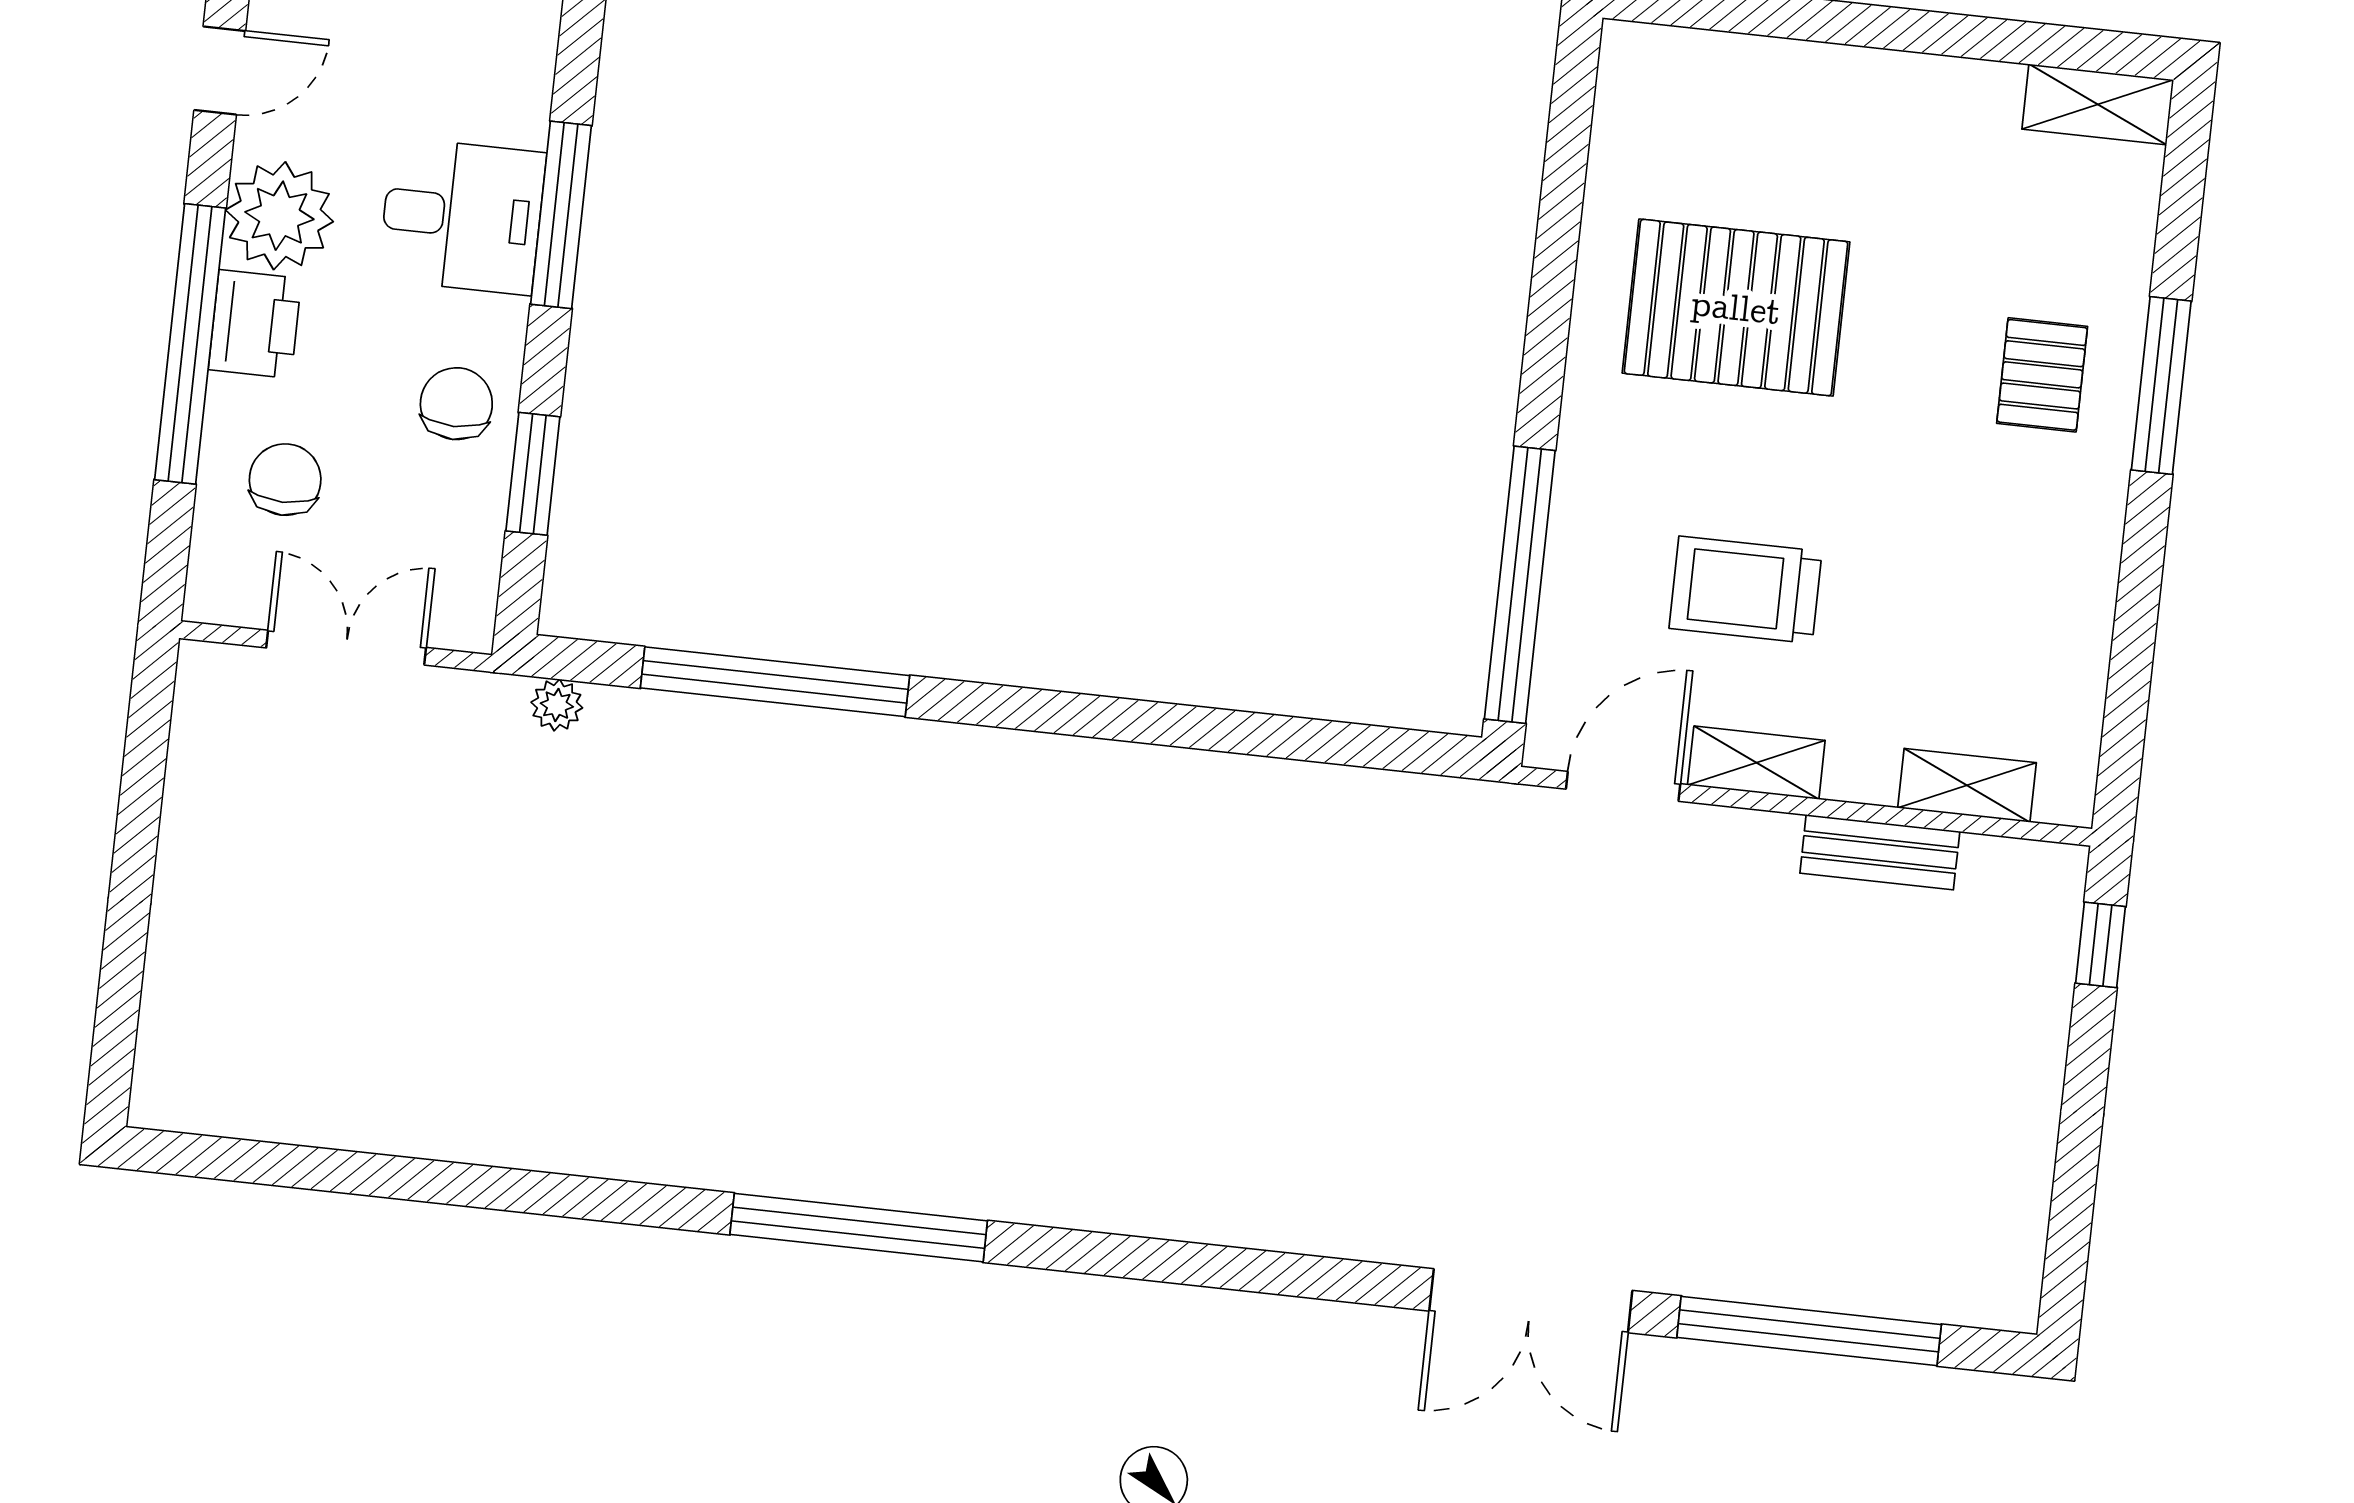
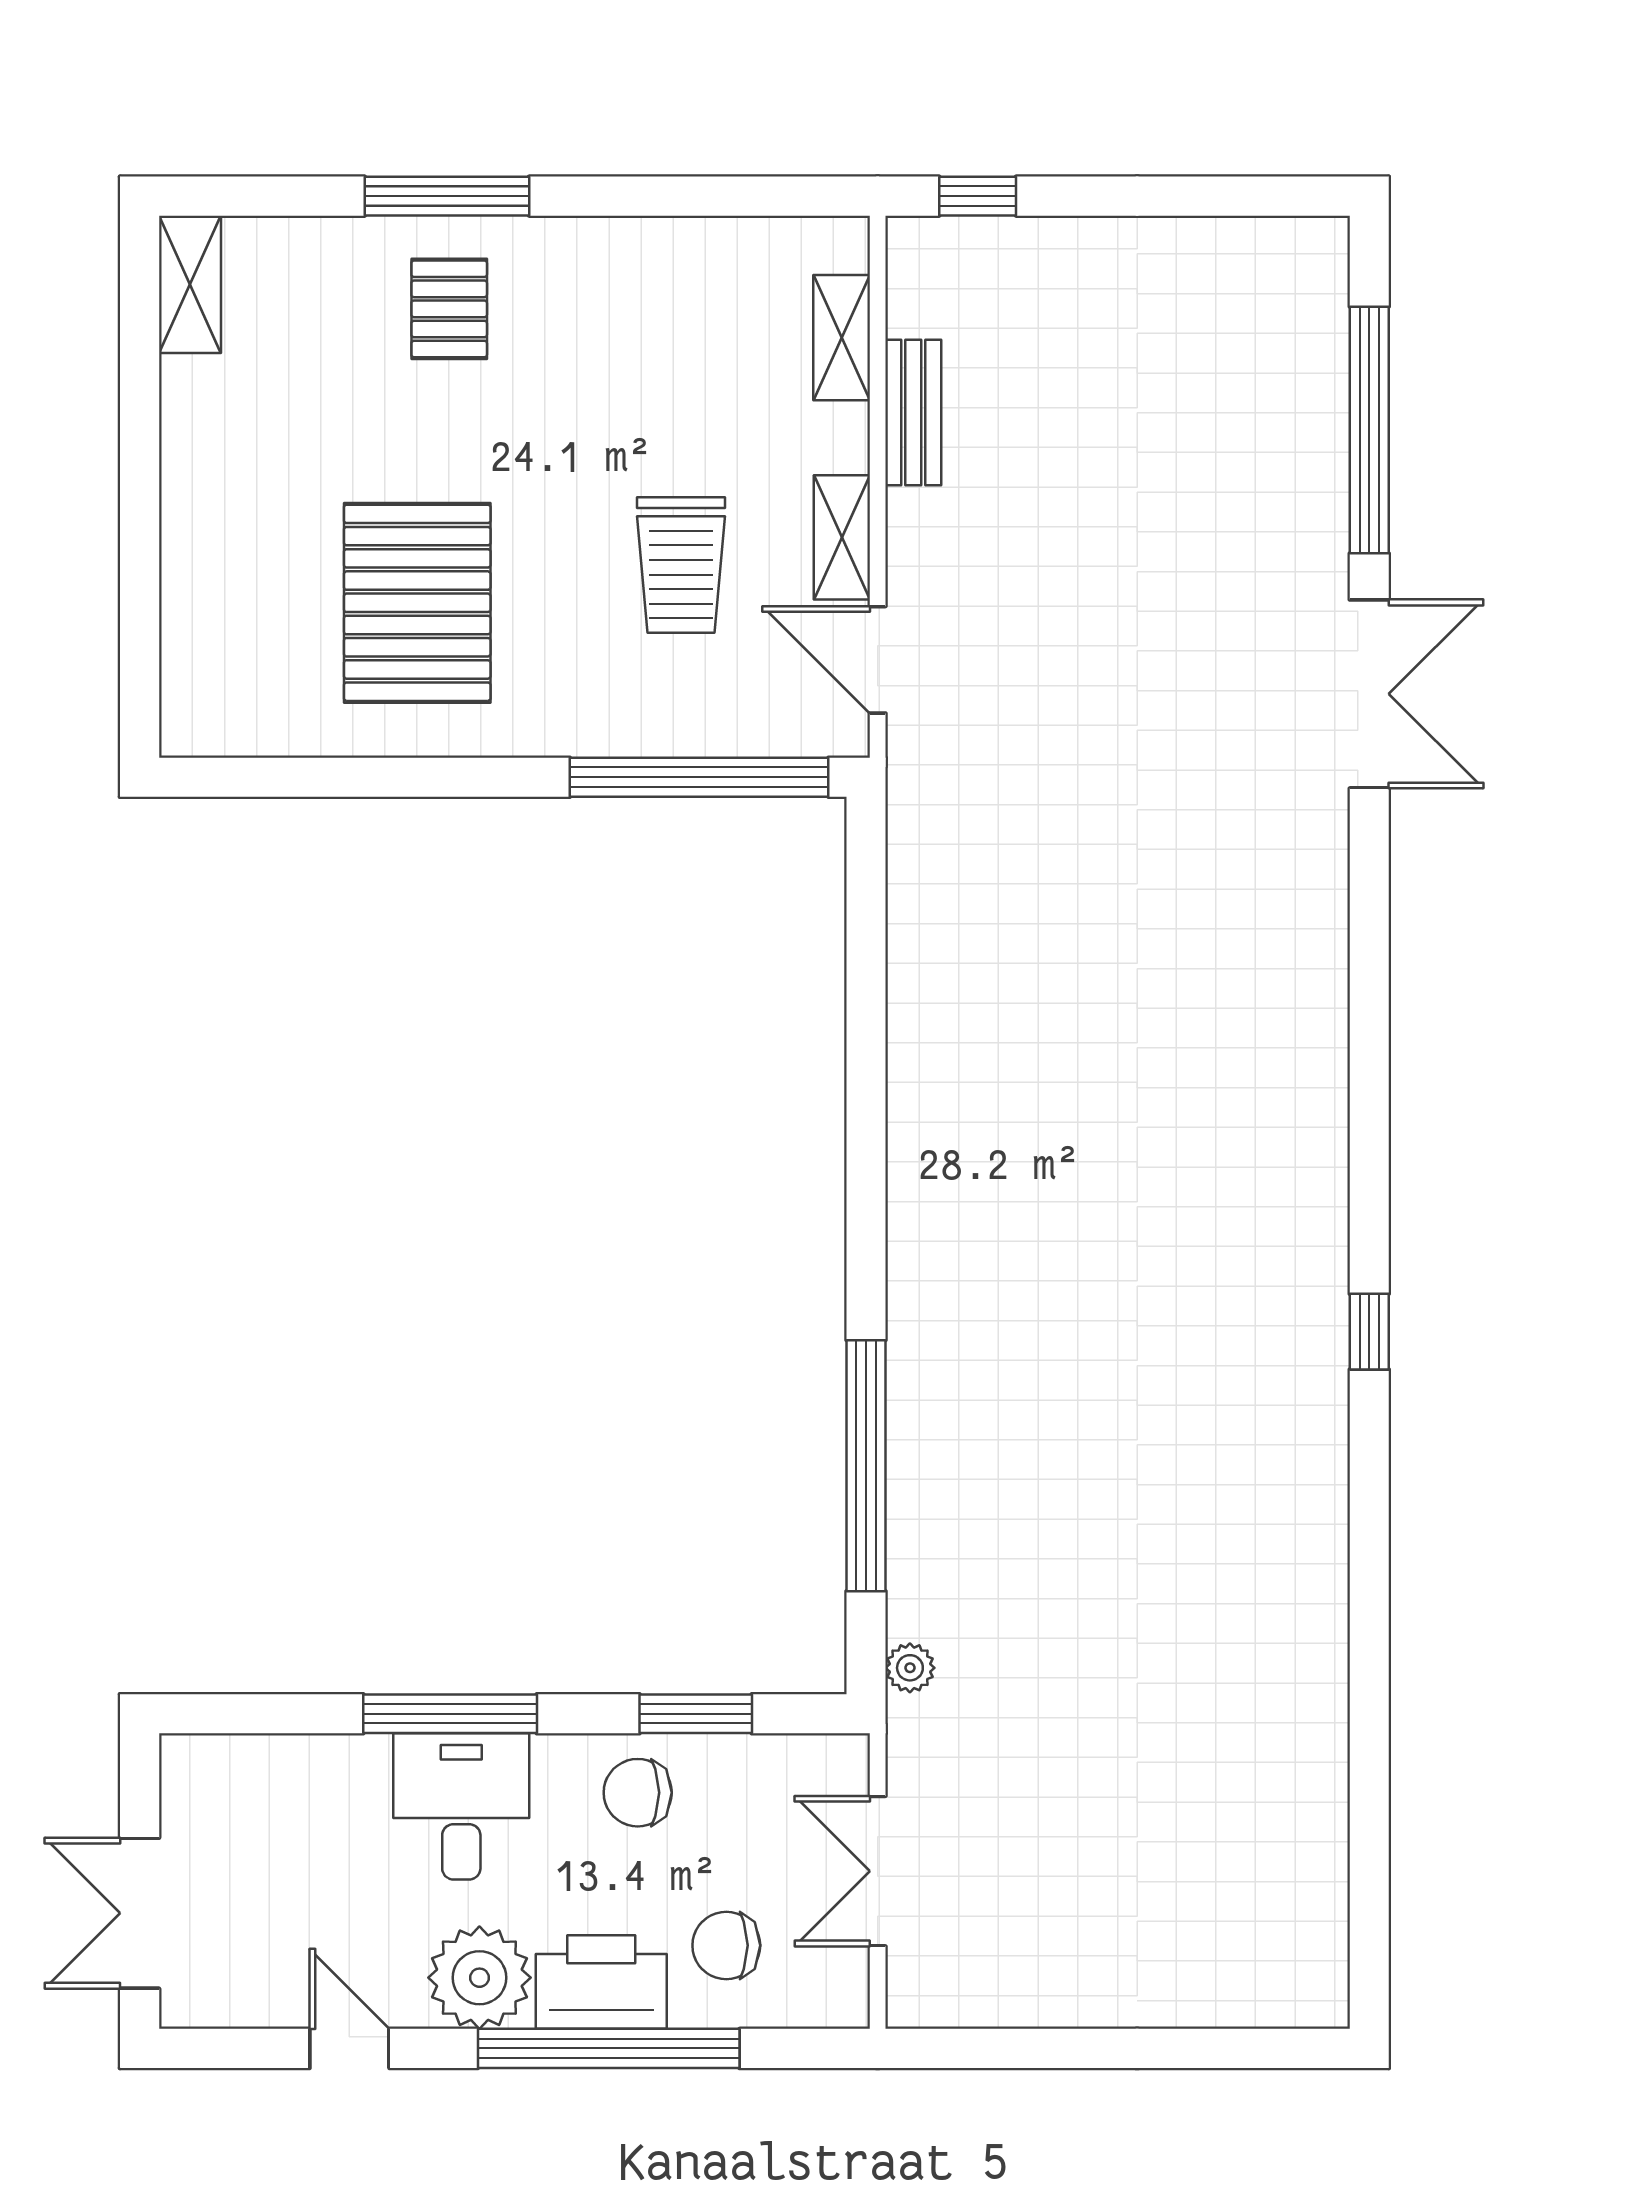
printer: (255, 324) -> (601, 1982), width x1.37, depth x1.19
pallet: (2042, 375) -> (449, 309), turned 90
window: (859, 1228) -> (1369, 1332), width x0.32

